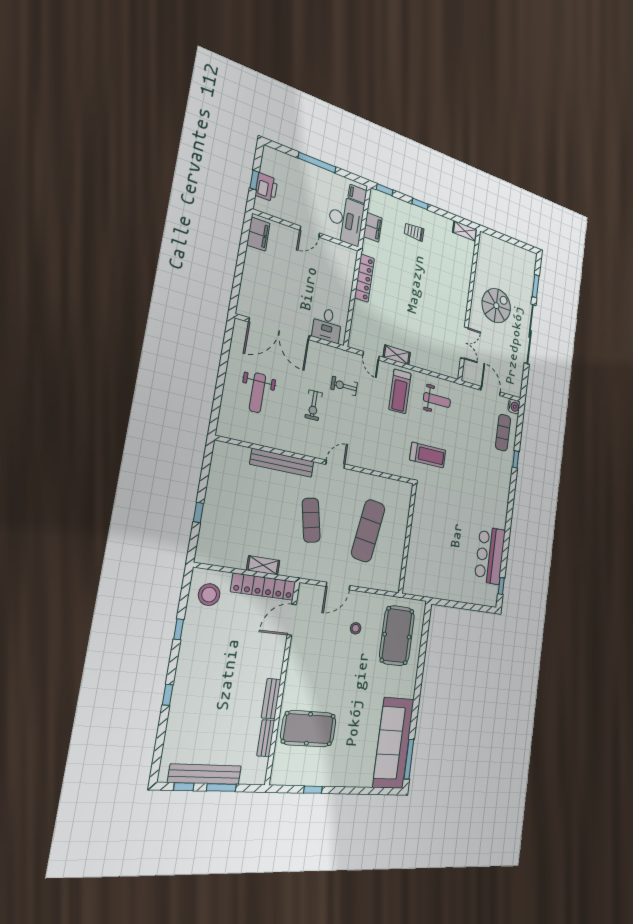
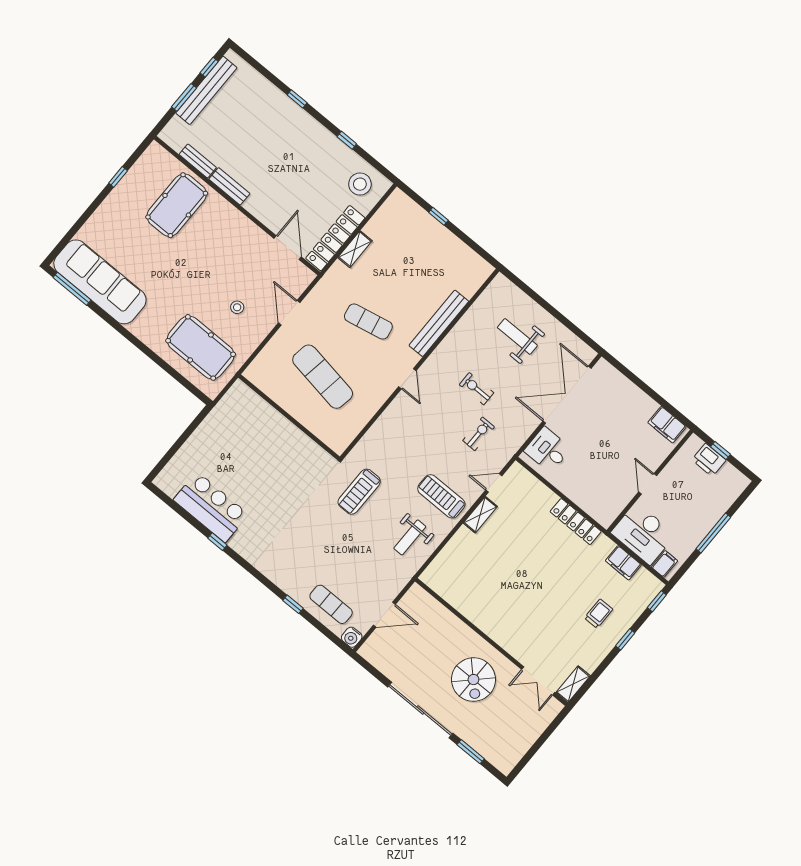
double door: (464, 343) -> (538, 681), moved
window: (501, 586) -> (217, 542), moved

